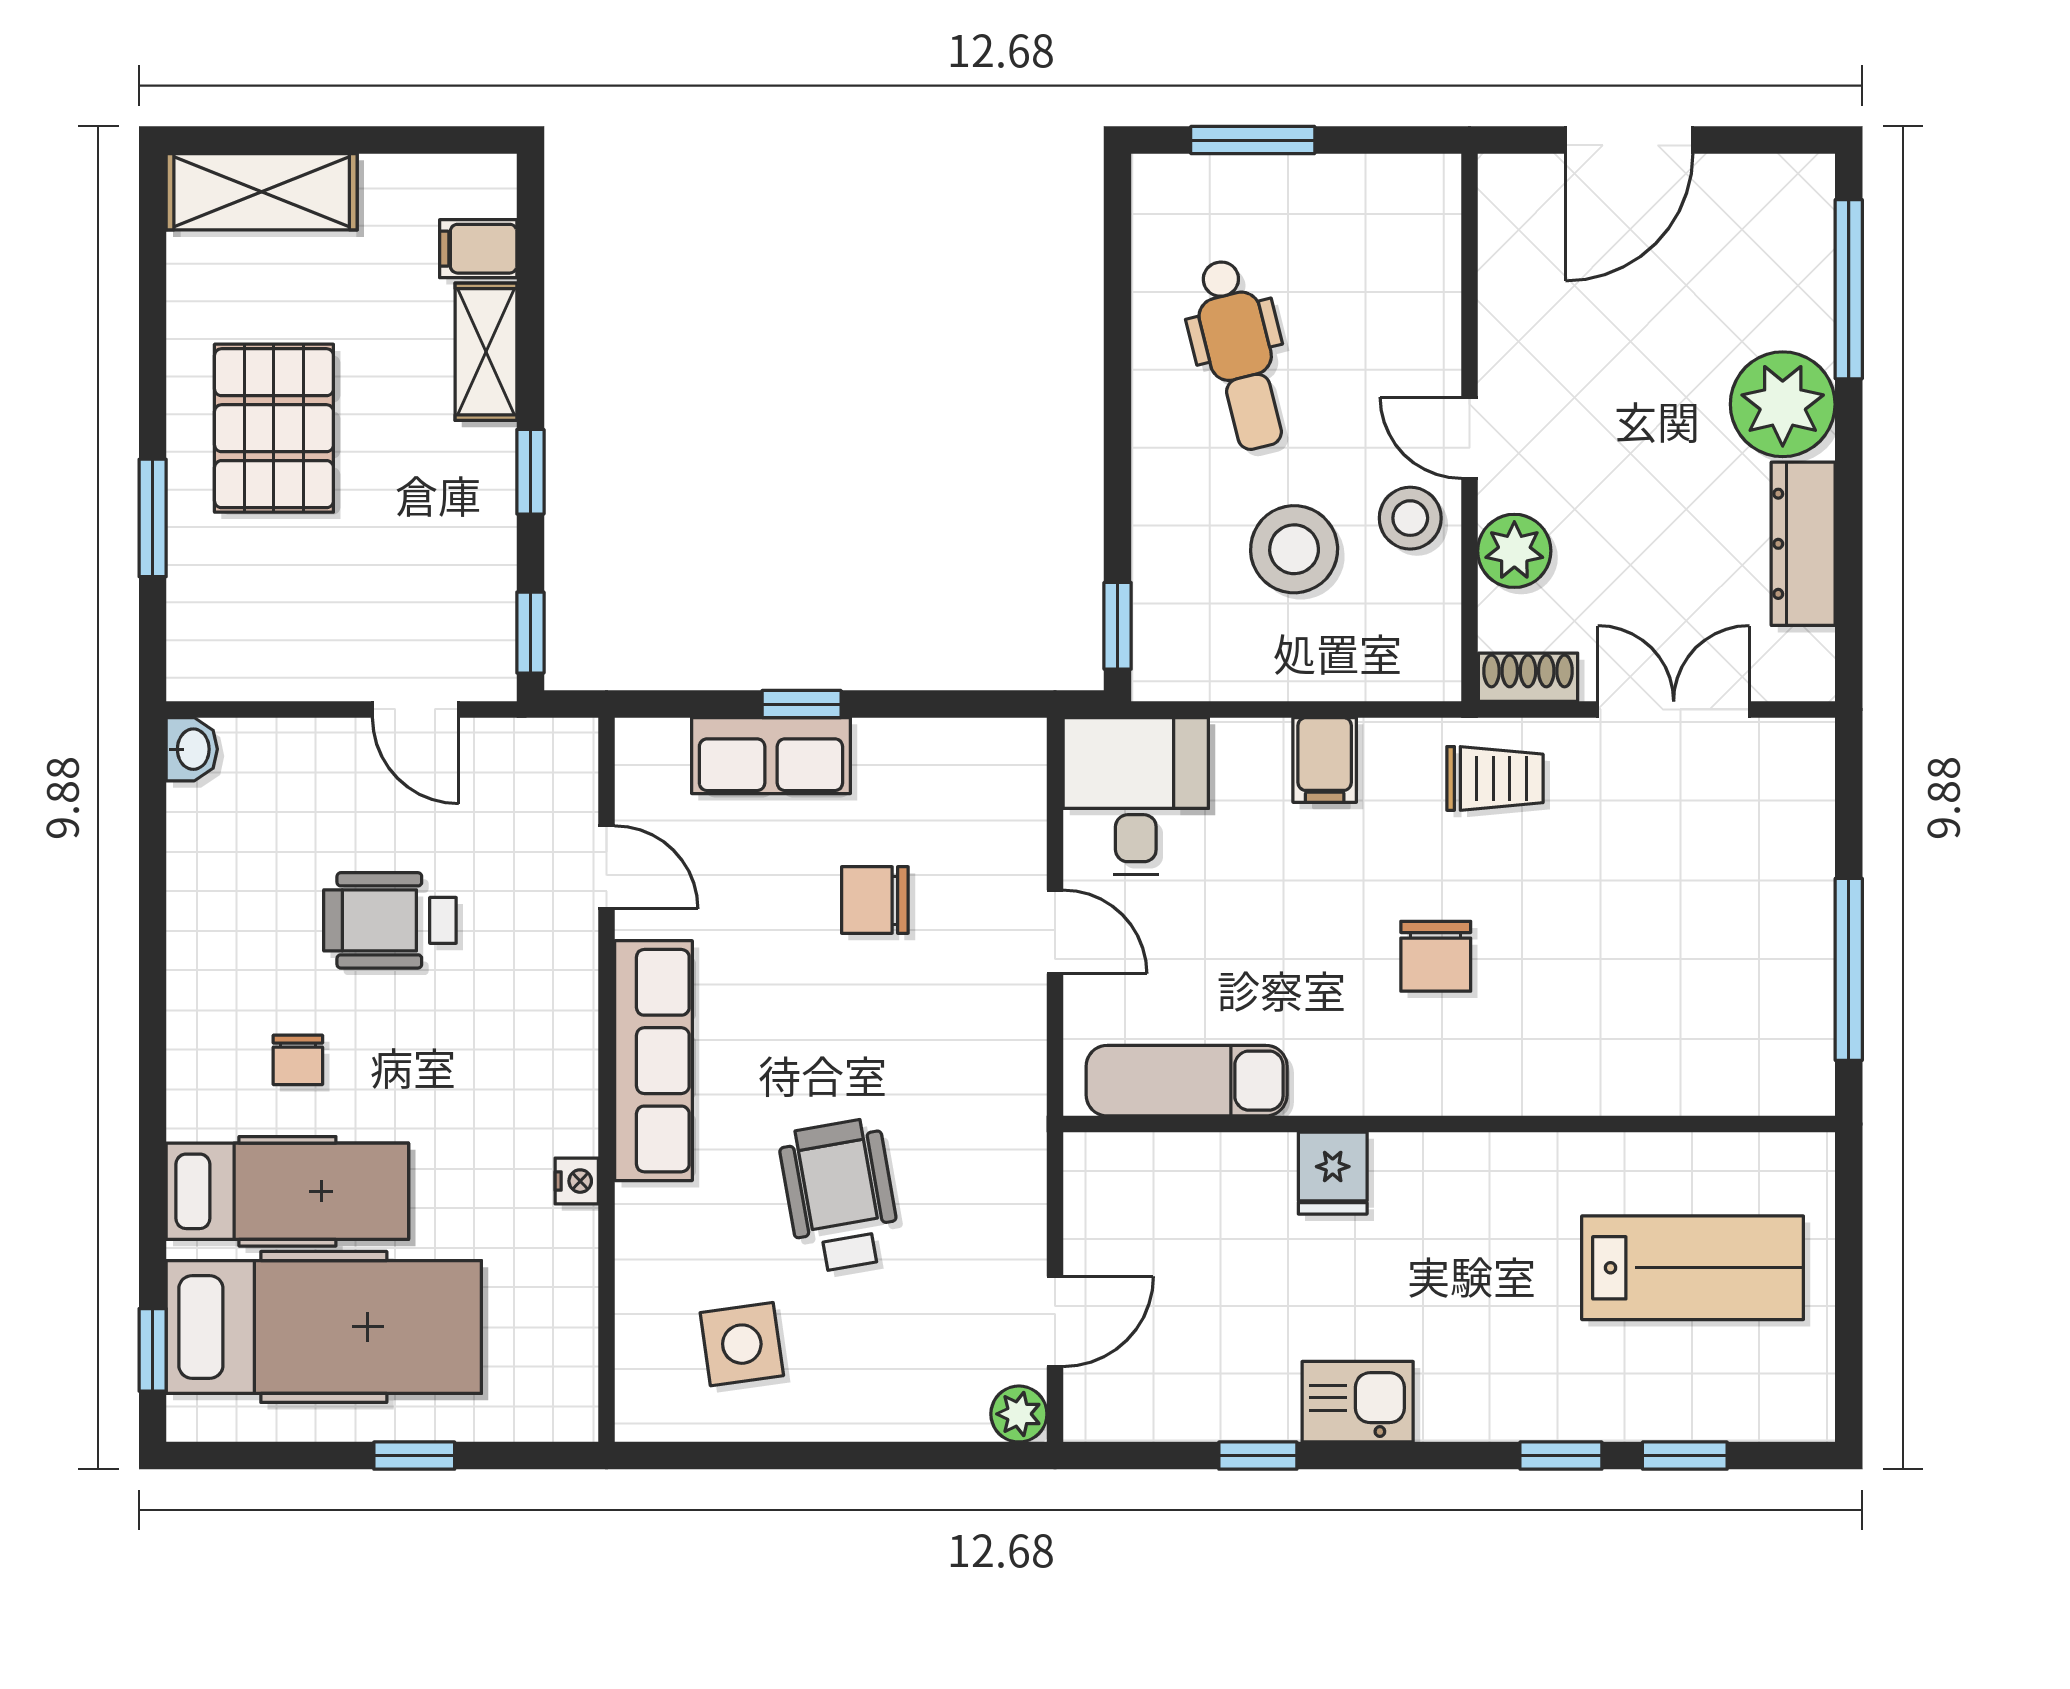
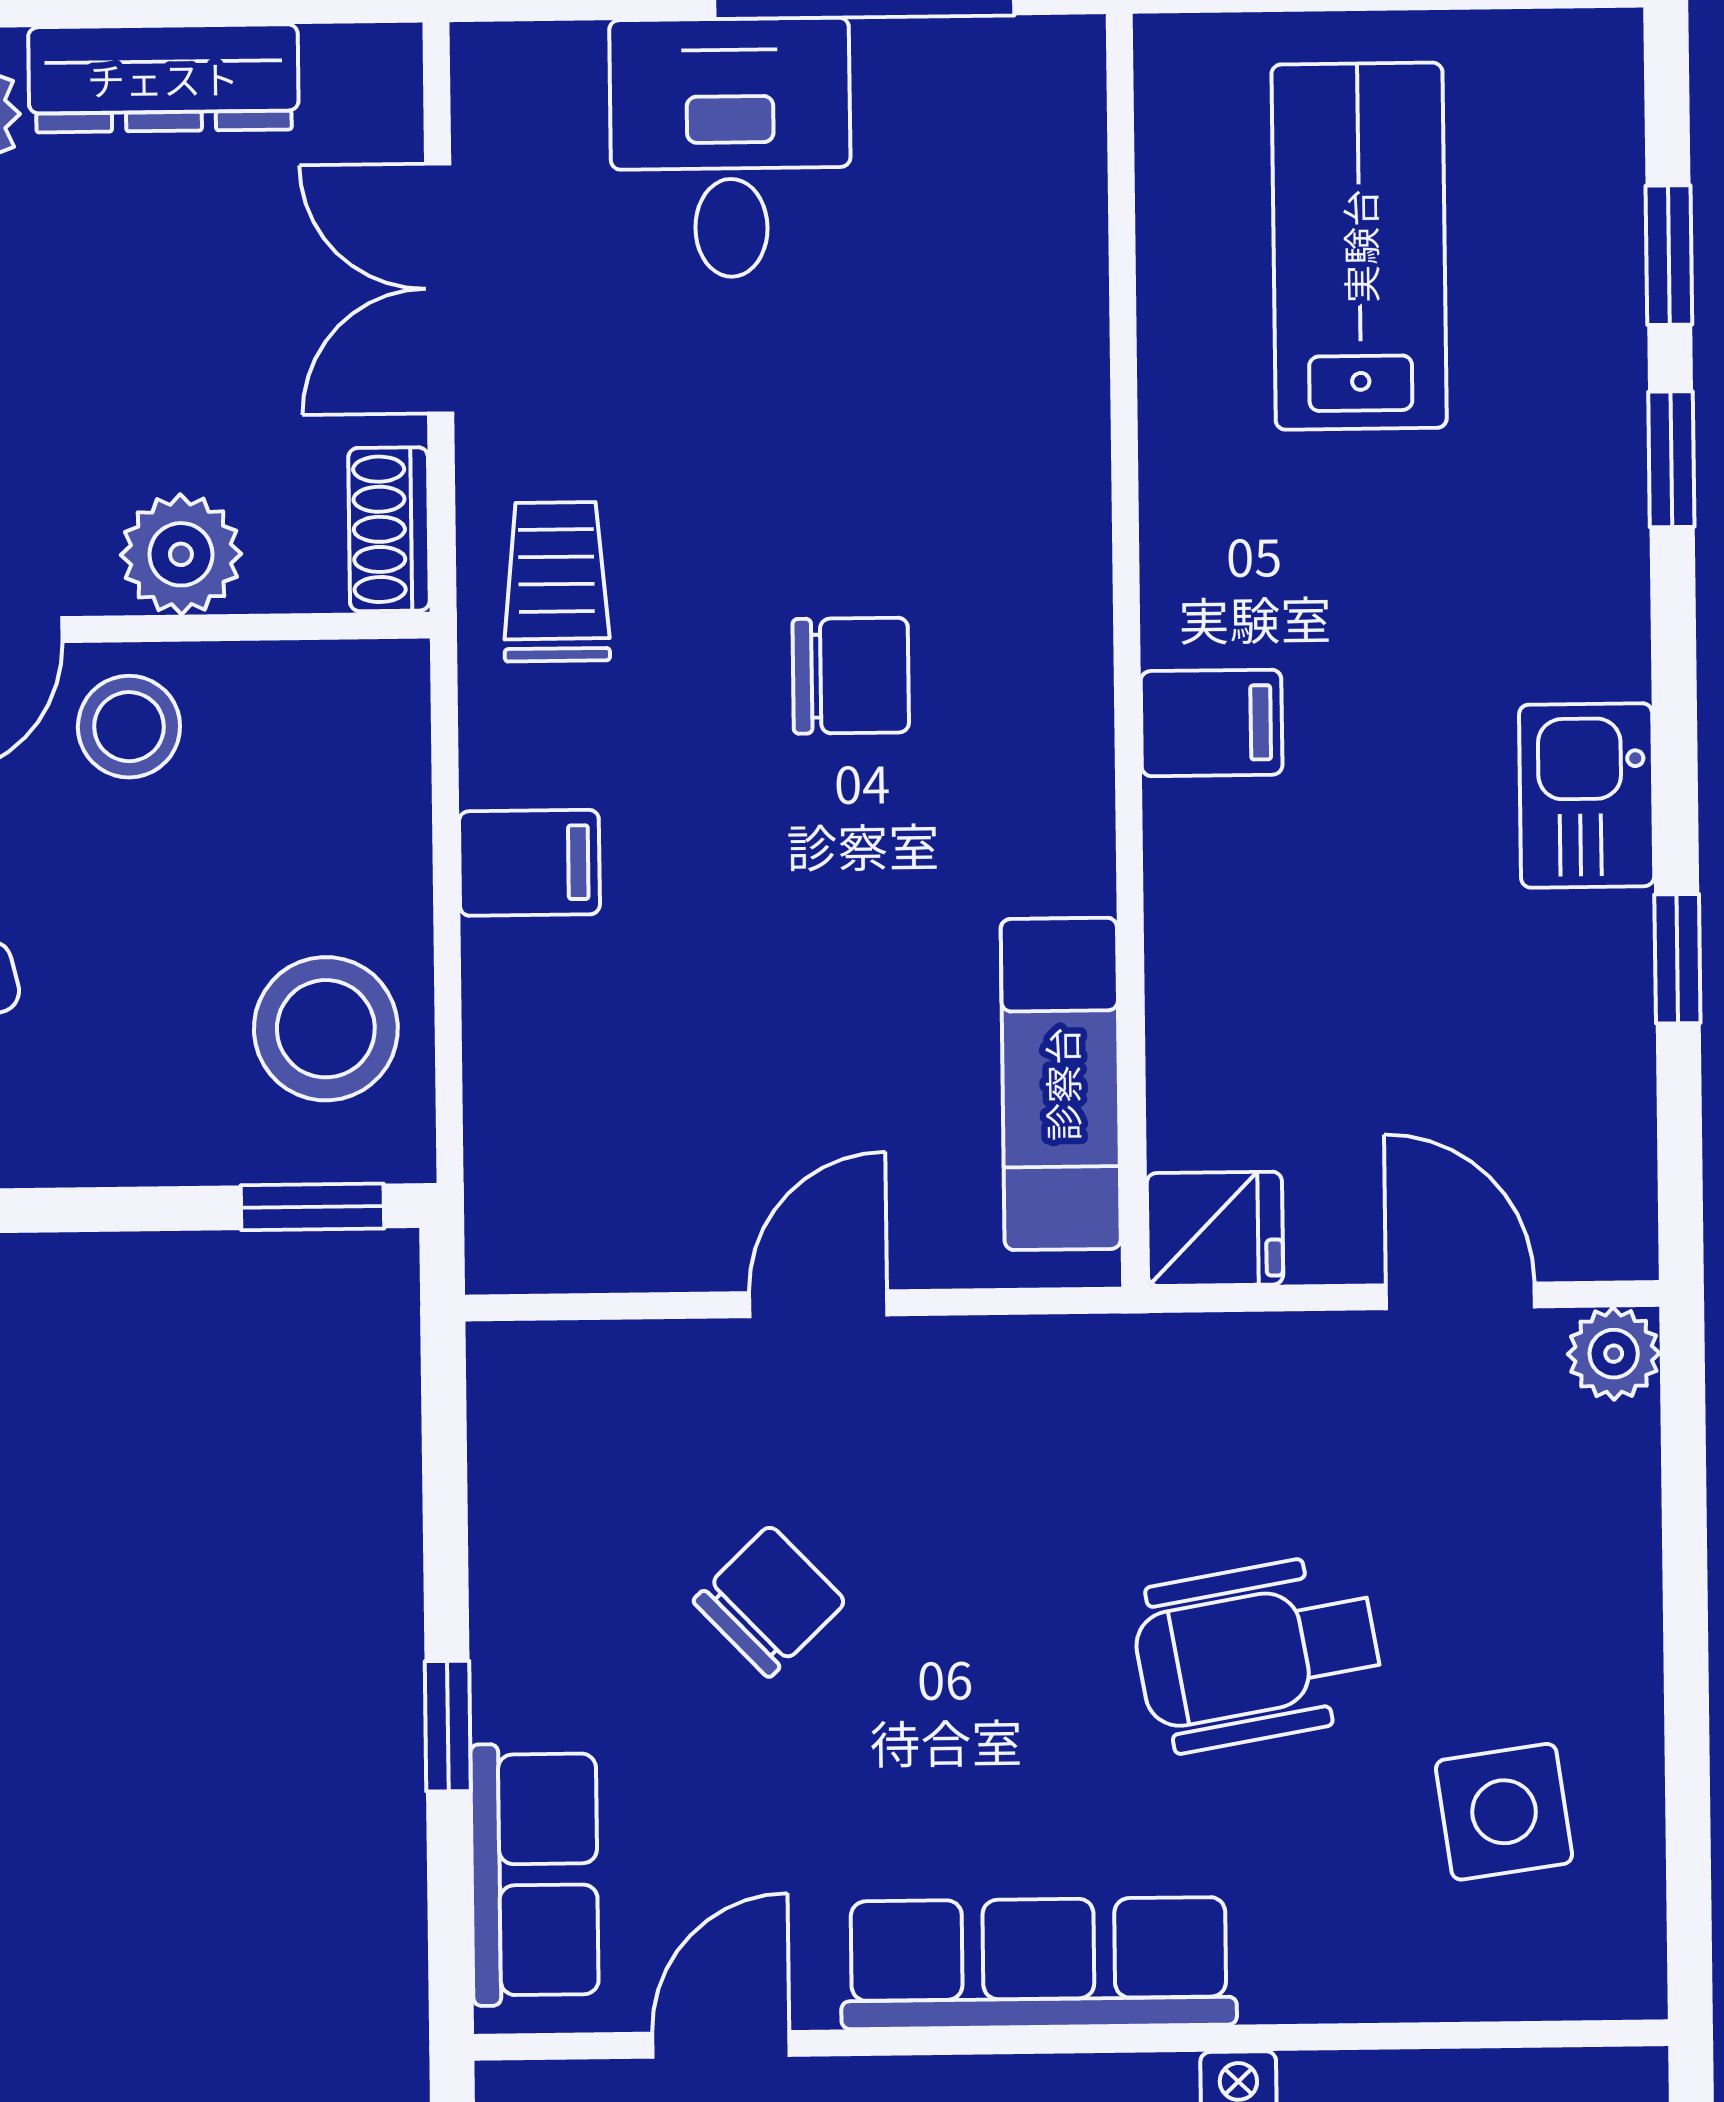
stool: (1294, 549) -> (326, 1029), moved
row of seats: (771, 756) -> (535, 1874), moved
desk: (1136, 796) -> (730, 148), moved, turned 90
chair: (875, 900) -> (769, 1601), turned -134
fridge: (1333, 1173) -> (1215, 1229), moved
filing cabinet: (1404, 1175) -> (1212, 723), added

